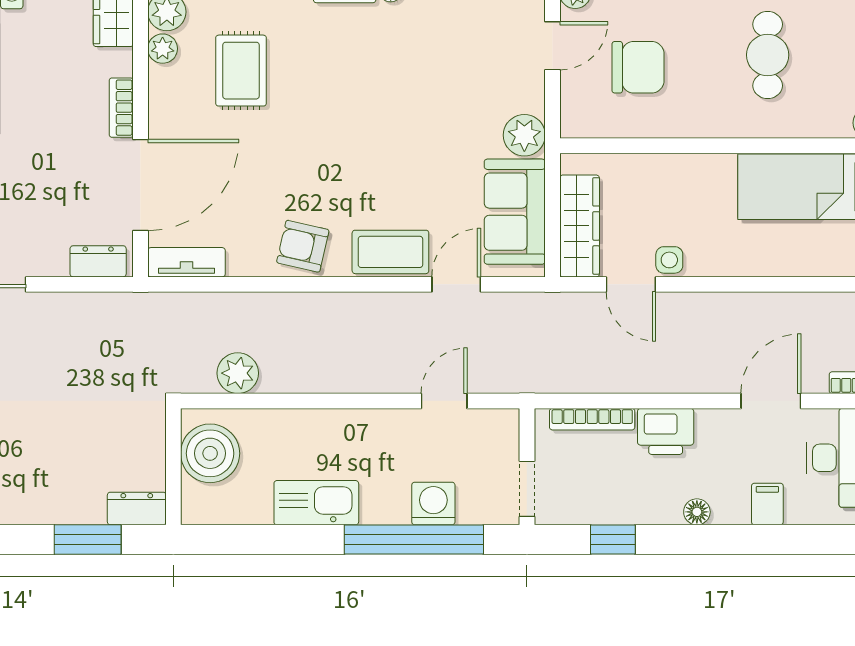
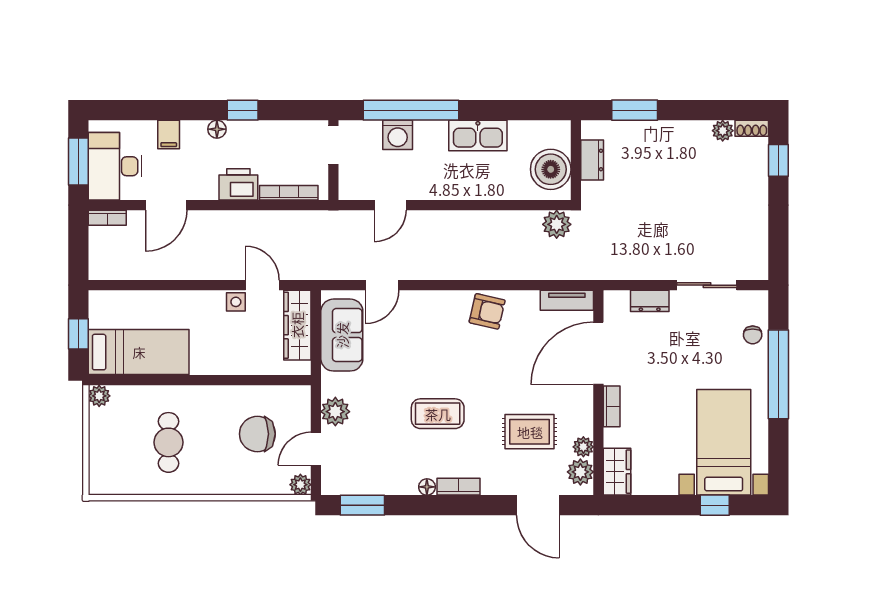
rug: (241, 71) -> (530, 432), turned 90
plant: (524, 135) -> (335, 412), moved
coffee table: (390, 252) -> (438, 414), moved
dresser: (98, 261) -> (650, 301), moved
plant: (238, 373) -> (557, 224), moved
dresser: (137, 509) -> (592, 160), moved, turned -90
window: (613, 540) -> (243, 110), moved

